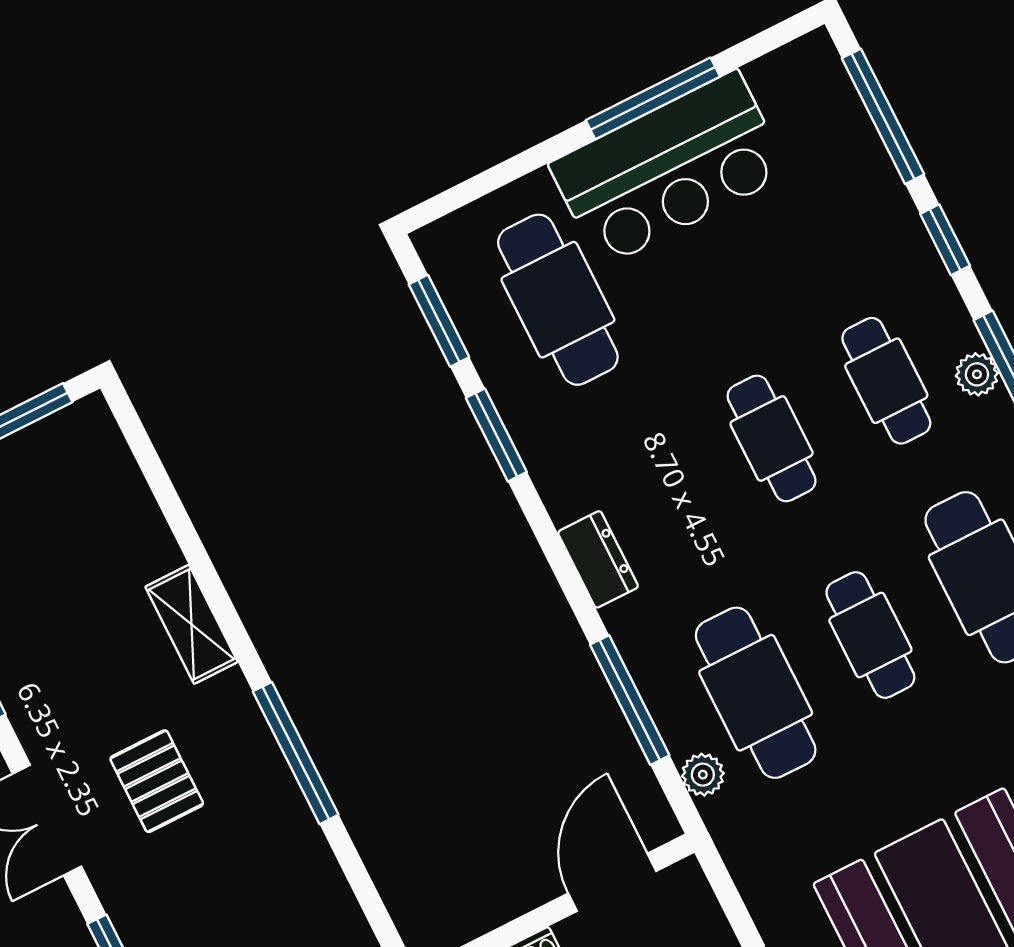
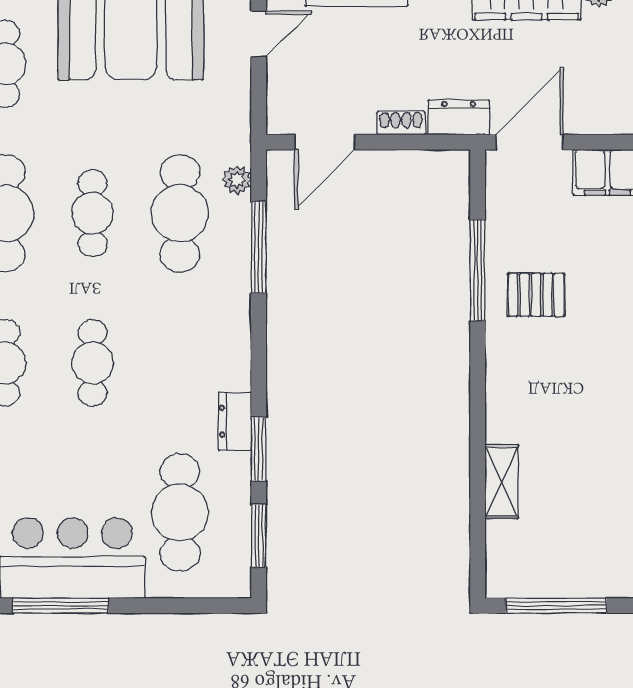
dresser: (598, 559) -> (235, 421), moved
shelving: (192, 624) -> (502, 481), moved
window: (296, 753) -> (478, 270), moved
pallet: (157, 781) -> (536, 295), moved, turned 90

